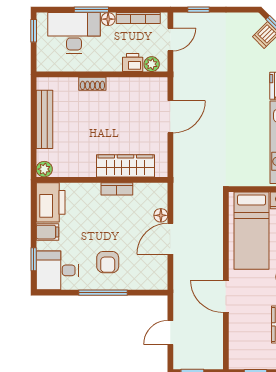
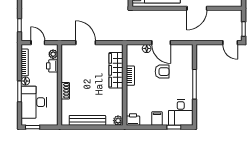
printer: (51, 202) -> (133, 120), width x0.53, depth x0.68
armchair: (108, 262) -> (162, 72), moved
door: (170, 333) -> (230, 43), moved

